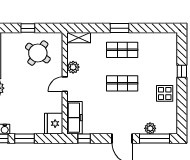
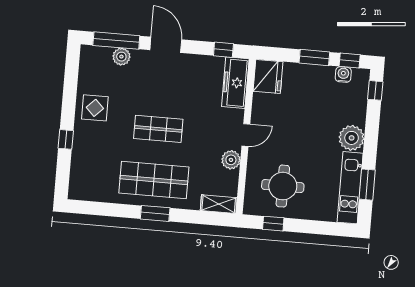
window: (28, 28) -> (273, 224), moved
shop shelf: (122, 50) -> (154, 180), width x1.43, depth x1.36
round table: (38, 53) -> (283, 186), turned -36

